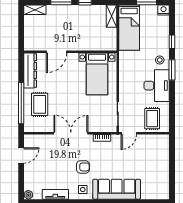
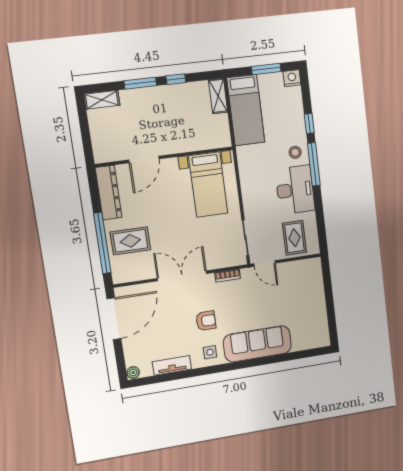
window: (172, 70) -> (314, 164), width x1.44
rug: (40, 104) -> (130, 241), turned 90
door: (129, 133) -> (264, 263), hinge flipped
door: (21, 155) -> (114, 319), width x1.87

